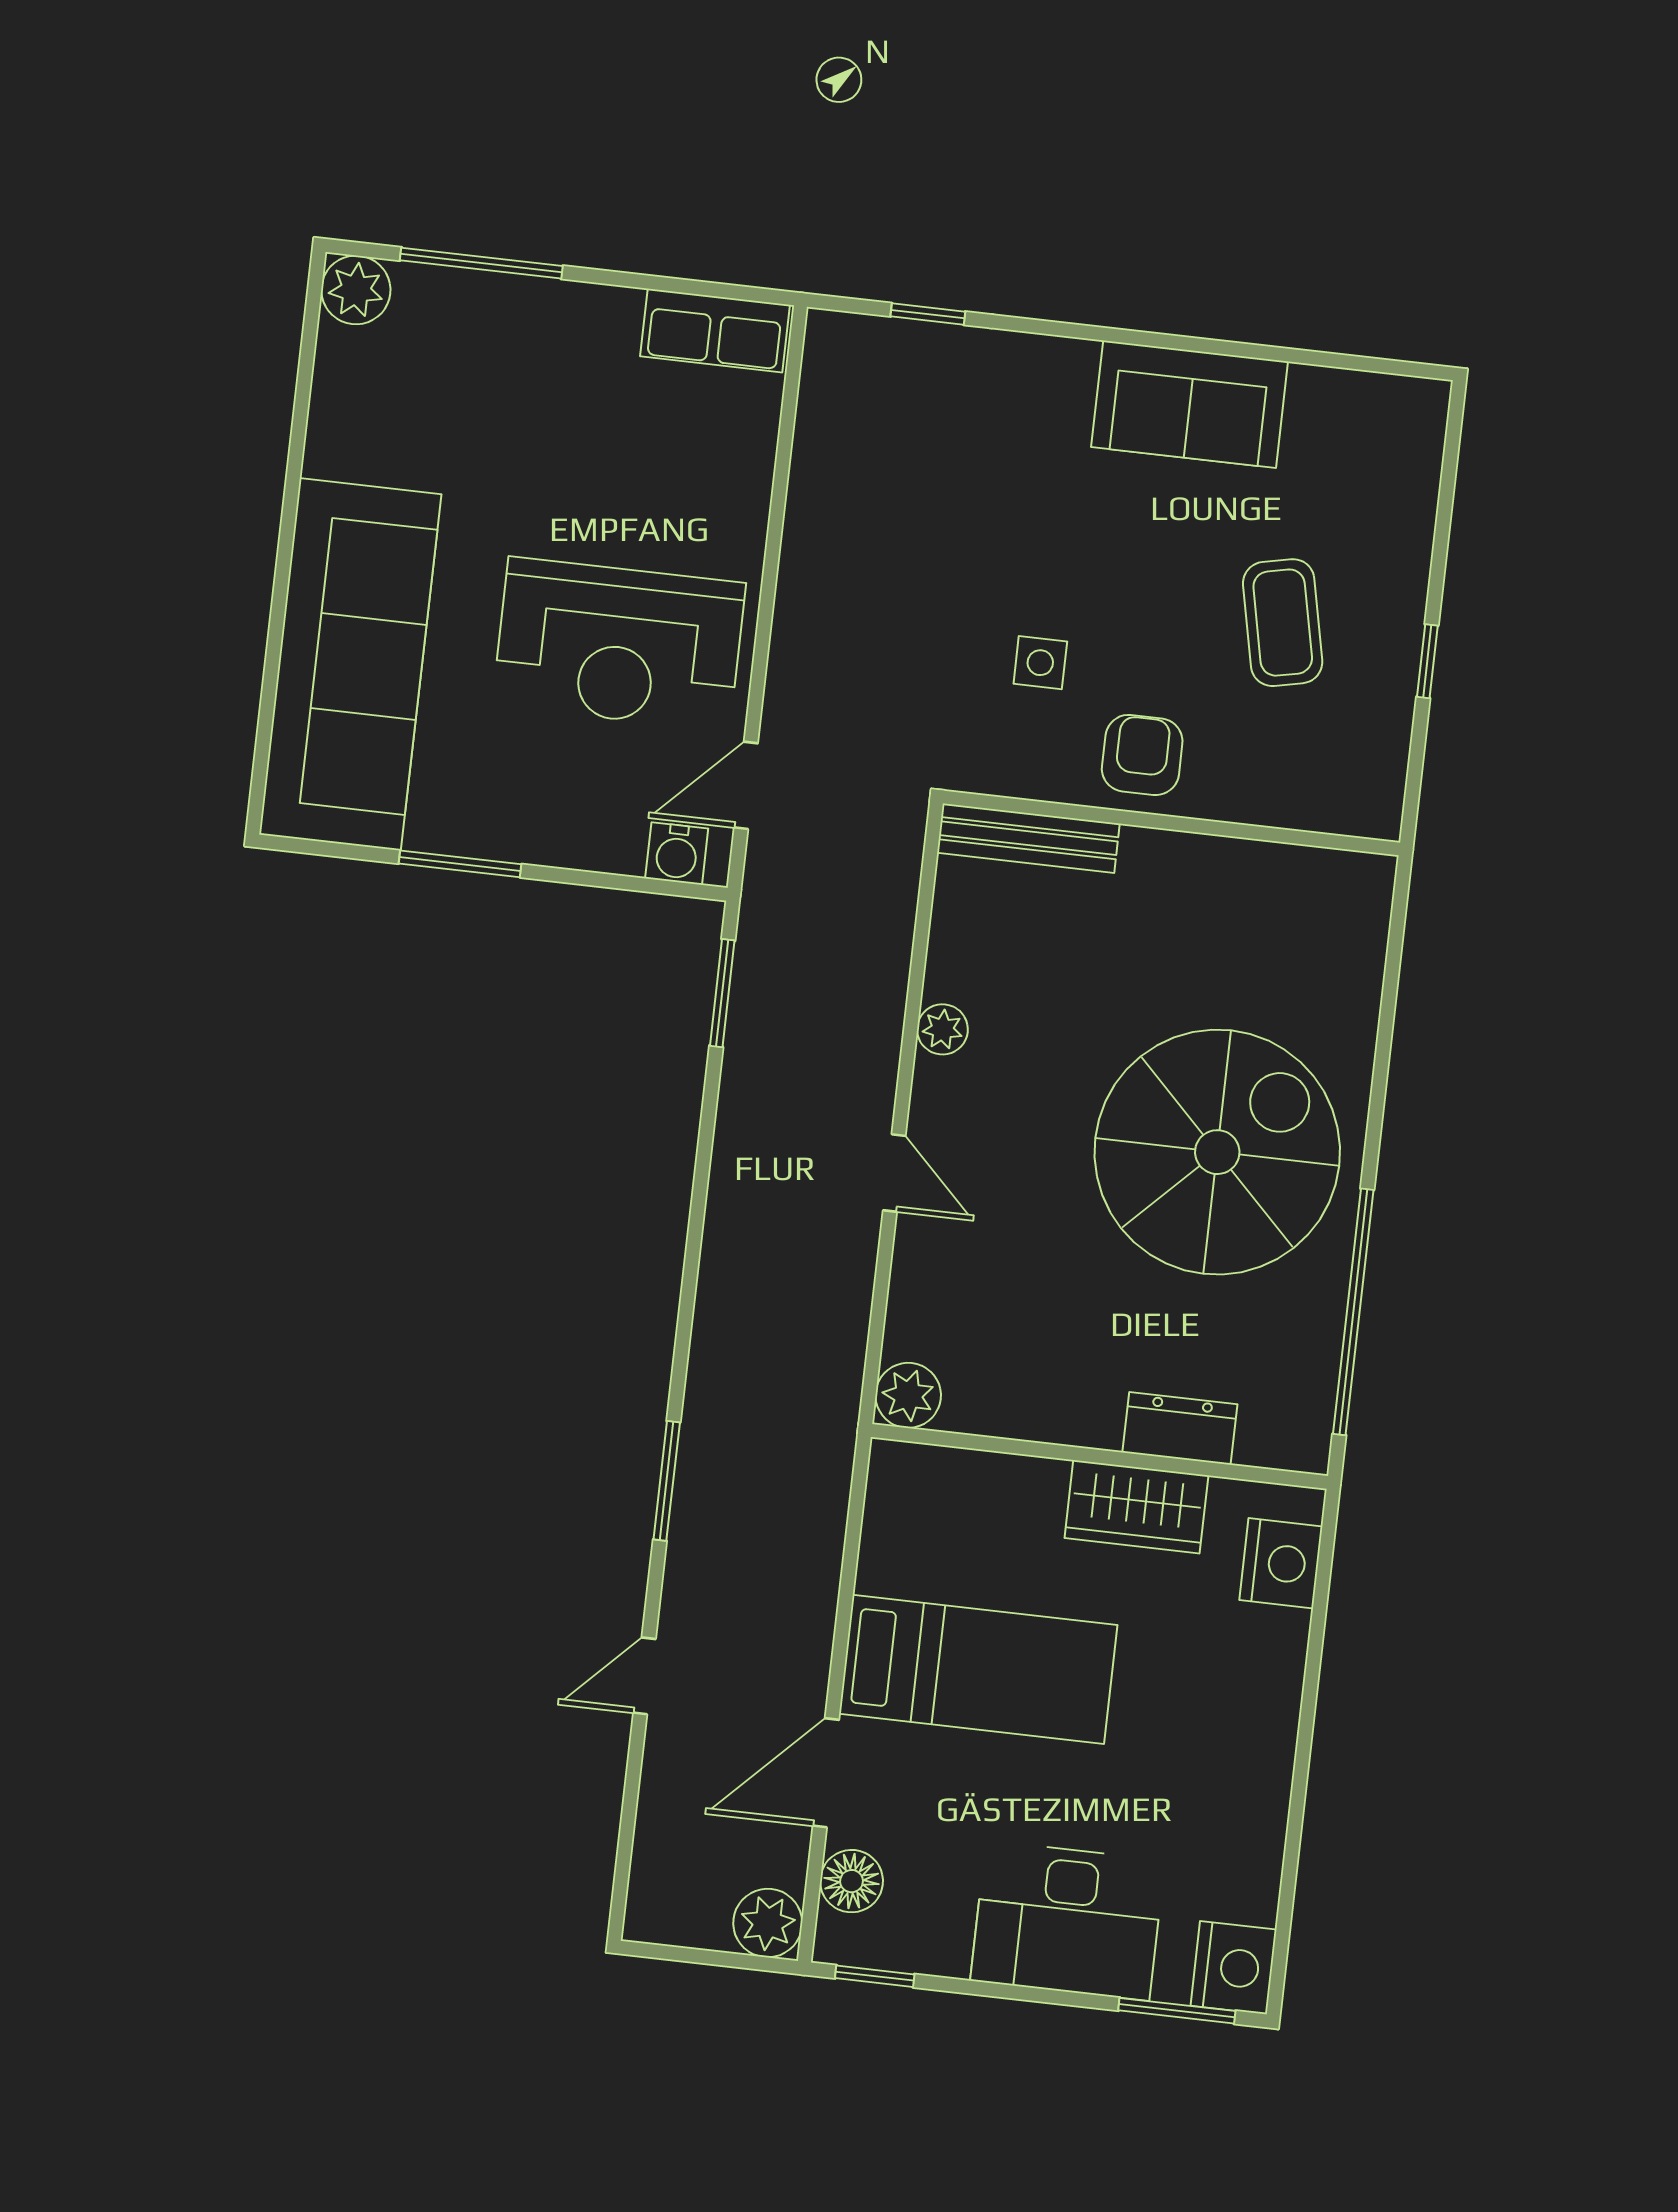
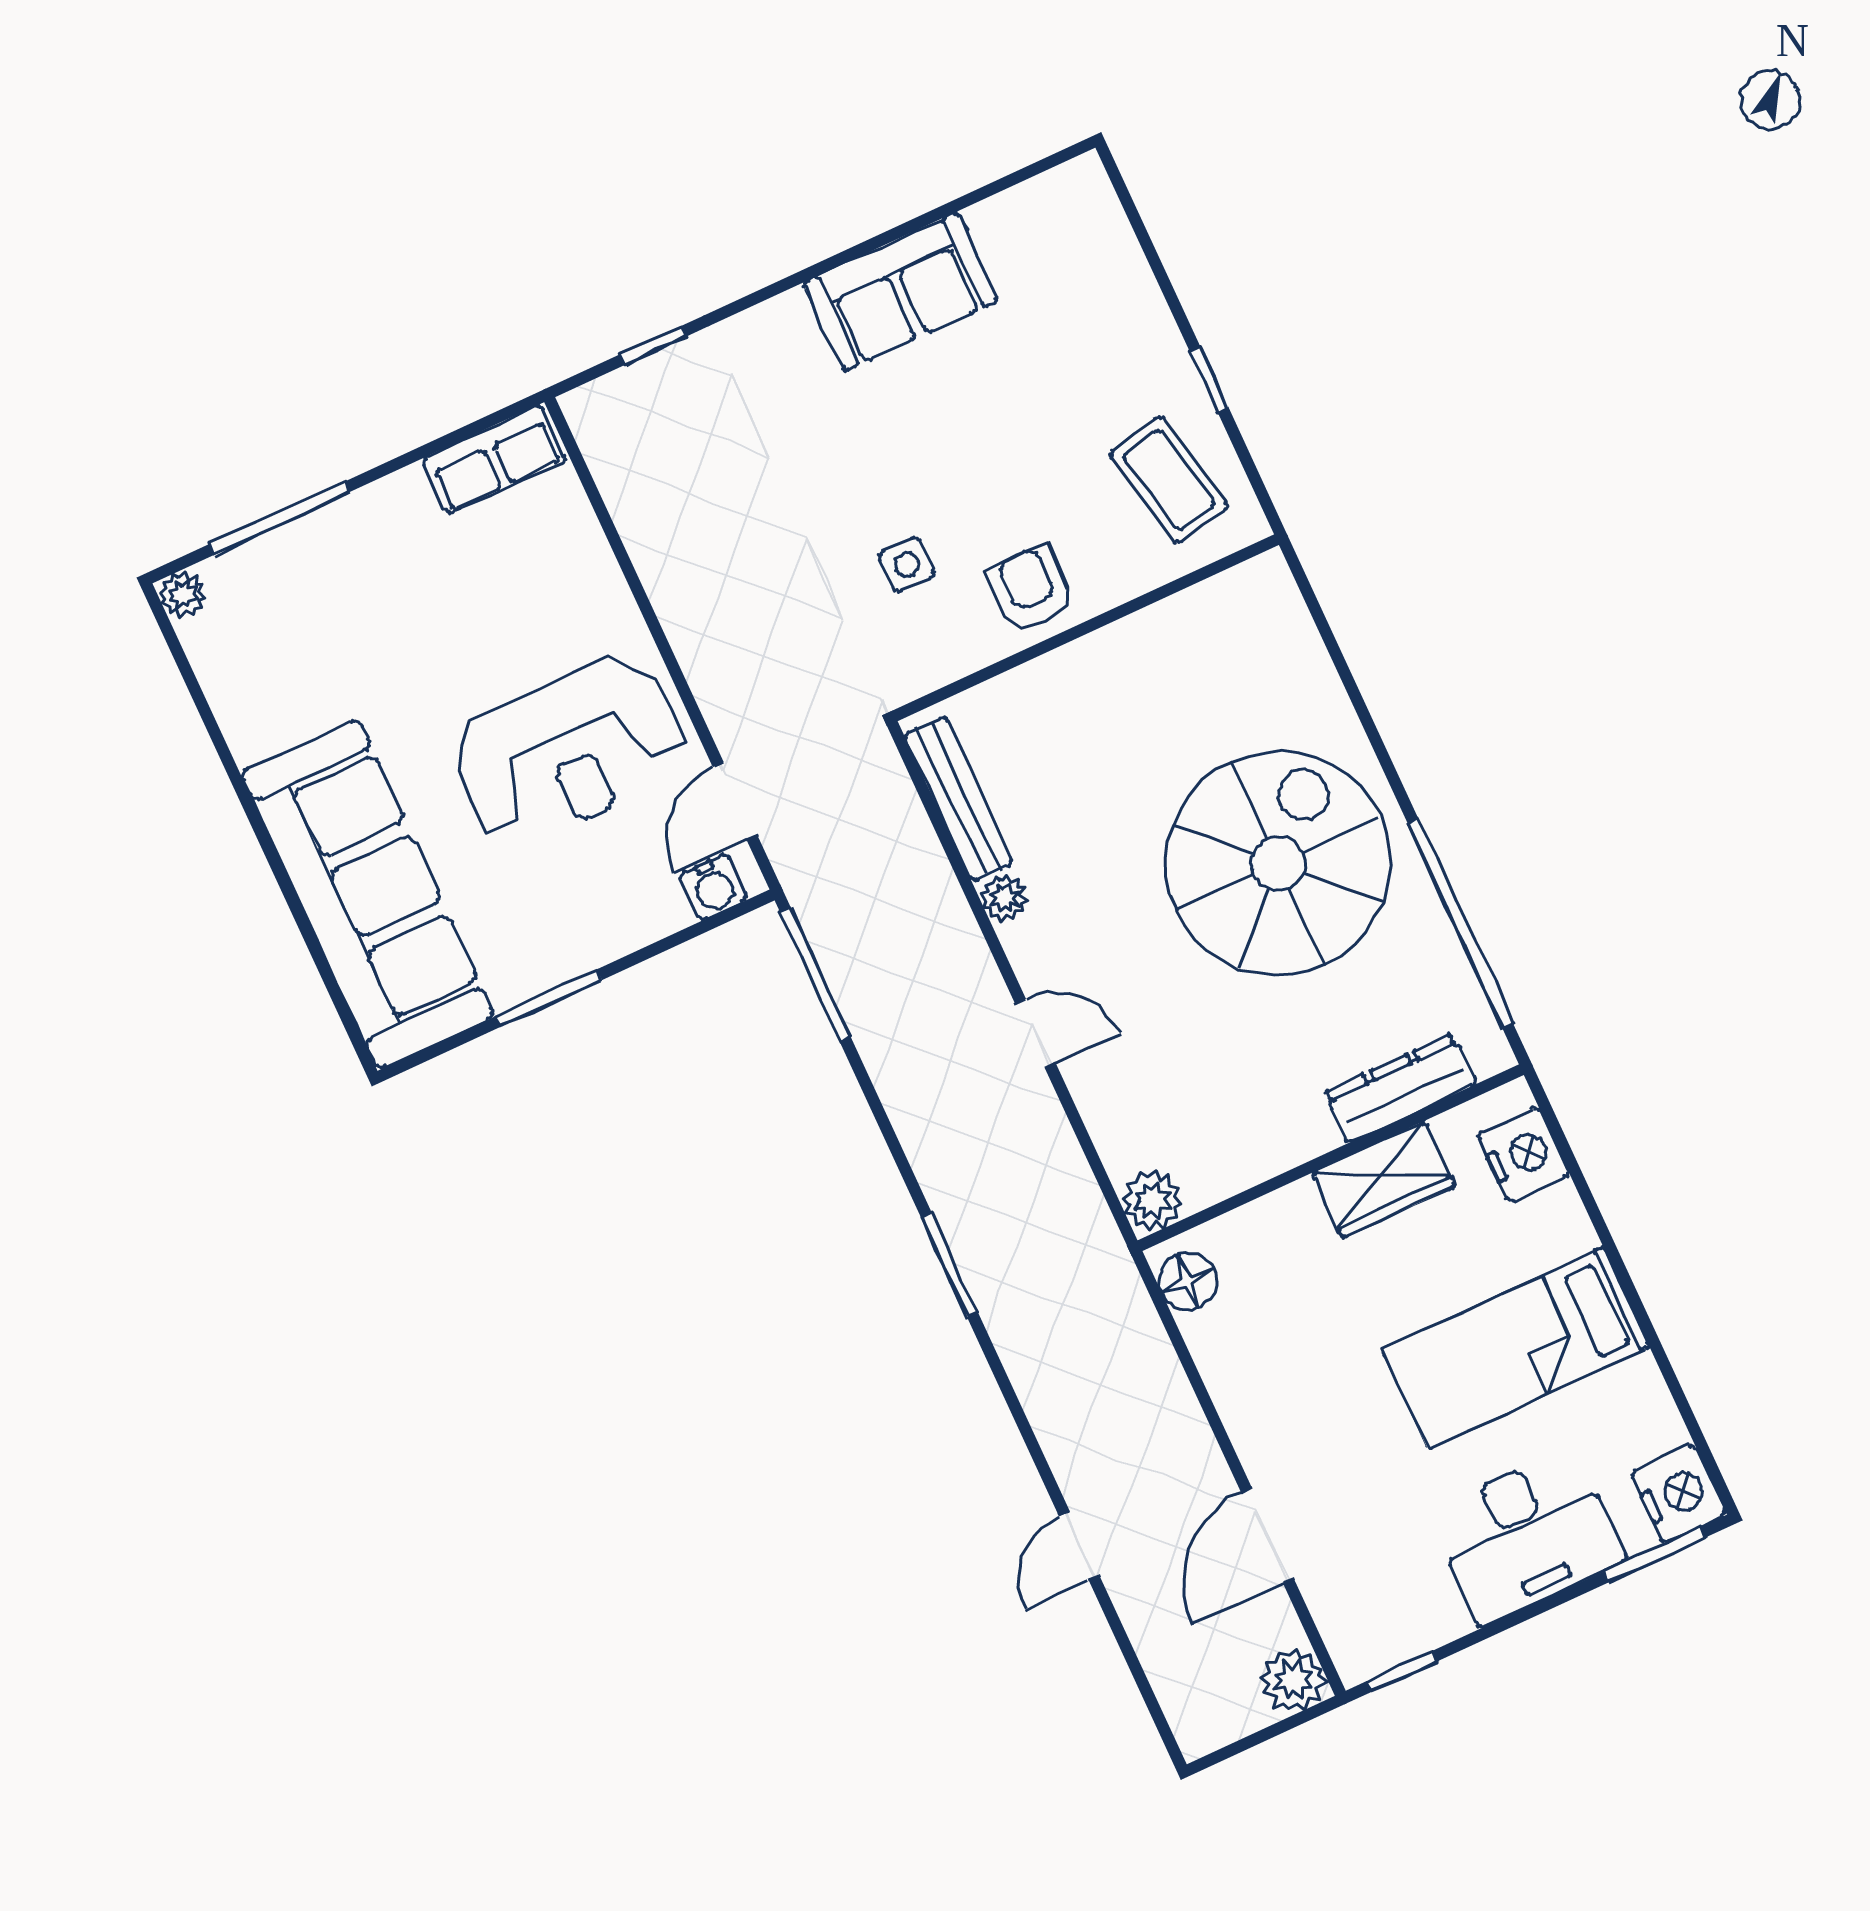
plant: (356, 290) -> (183, 595), width x0.73, depth x0.73
coffee table: (1283, 623) -> (1169, 480), moved
bench: (1028, 838) -> (959, 799), moved, turned 90
window: (722, 993) -> (815, 975), width x1.44
dresser: (1180, 1428) -> (1400, 1088), width x1.44
window: (667, 1481) -> (950, 1265), moved
bed: (978, 1669) -> (1516, 1348), moved, turned 180
floor lamp: (852, 1881) -> (1188, 1281), moved

